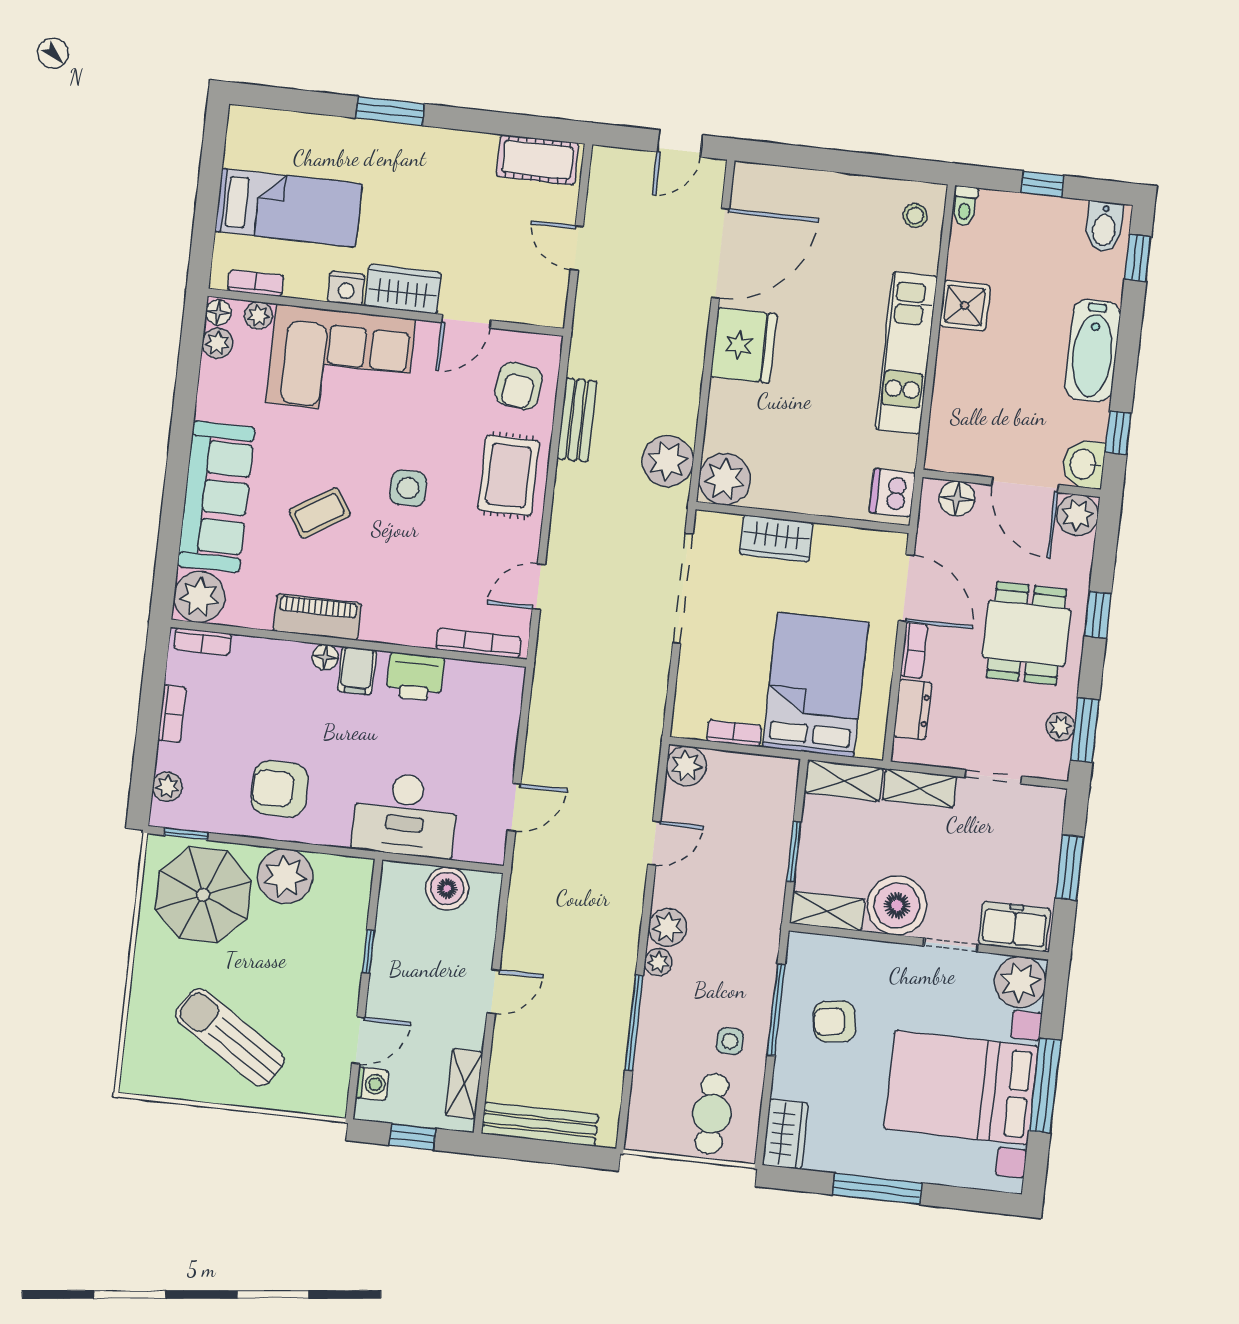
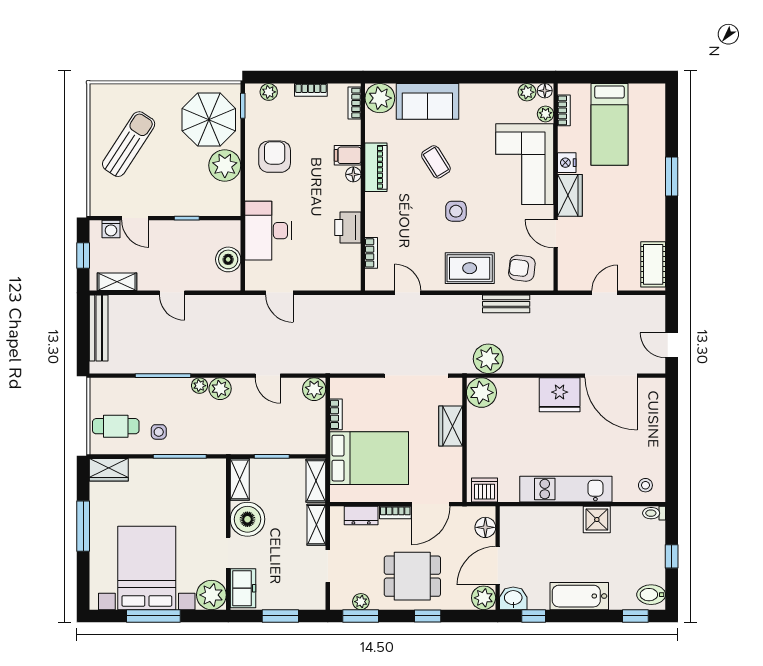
sofa: (216, 497) -> (427, 101), width x0.73
bookcase: (478, 643) -> (371, 253), width x0.64
filing cabinet: (357, 671) -> (348, 155), moved
armchair: (835, 1021) -> (177, 491), removed

